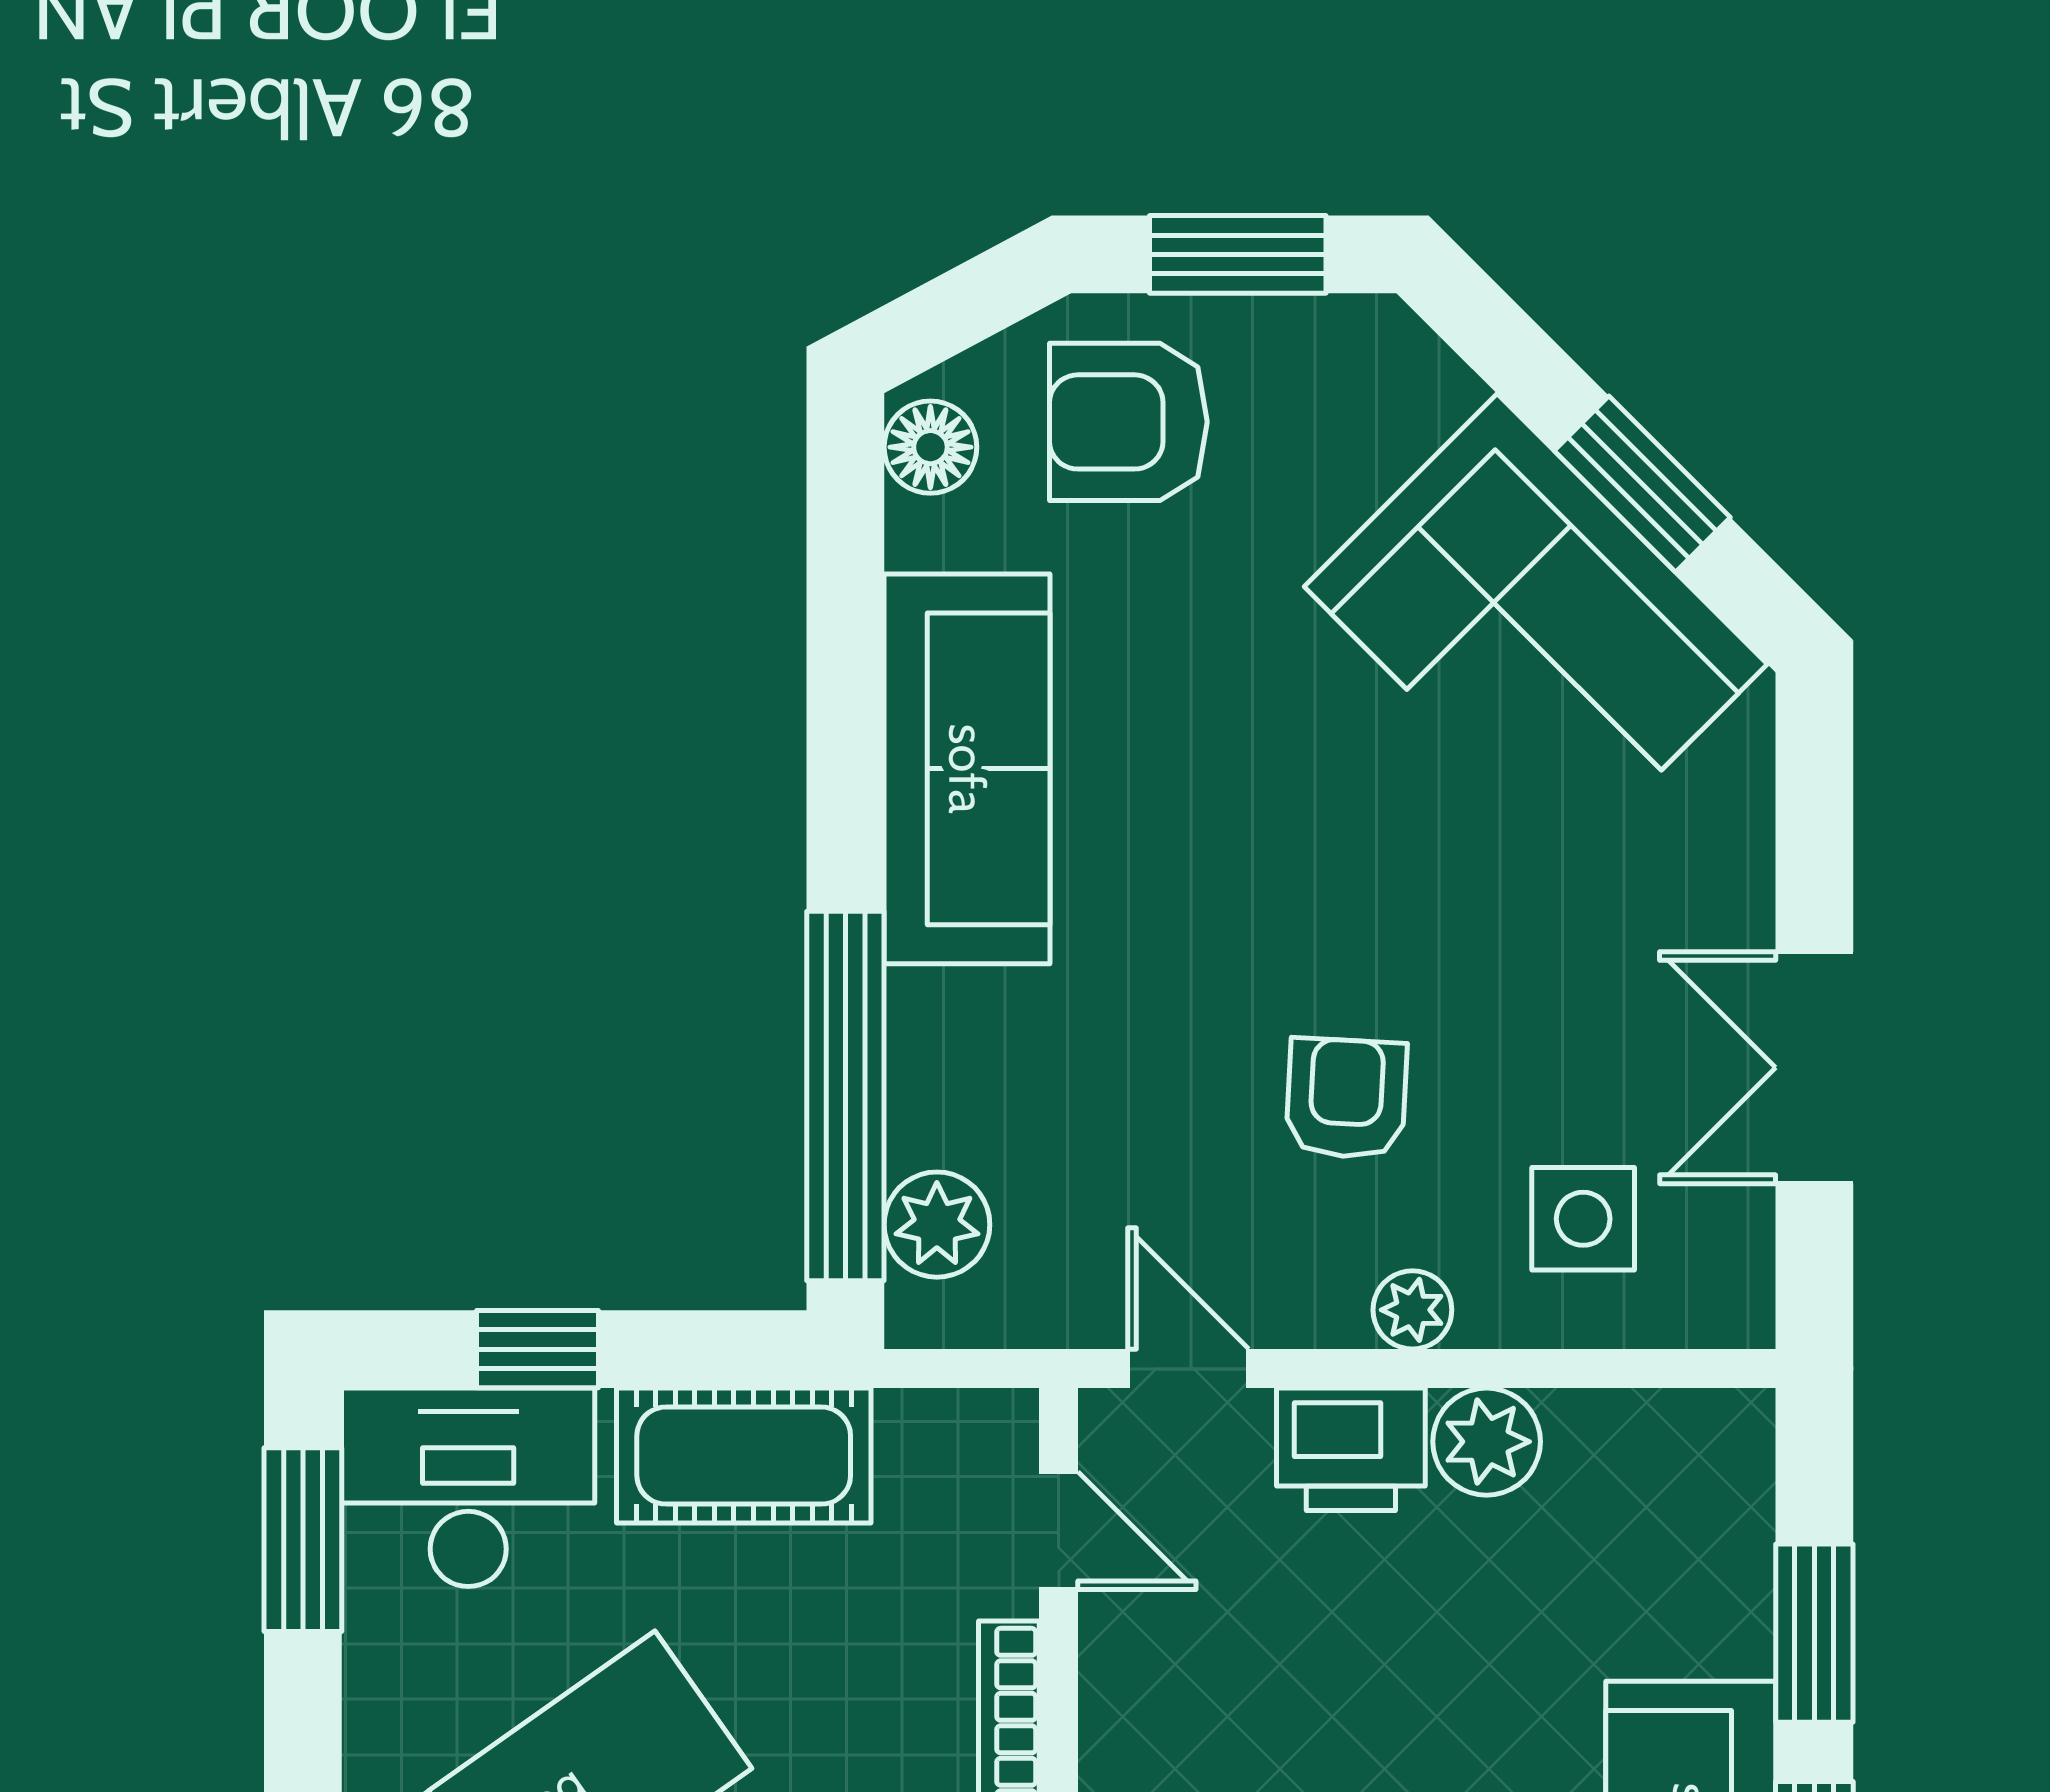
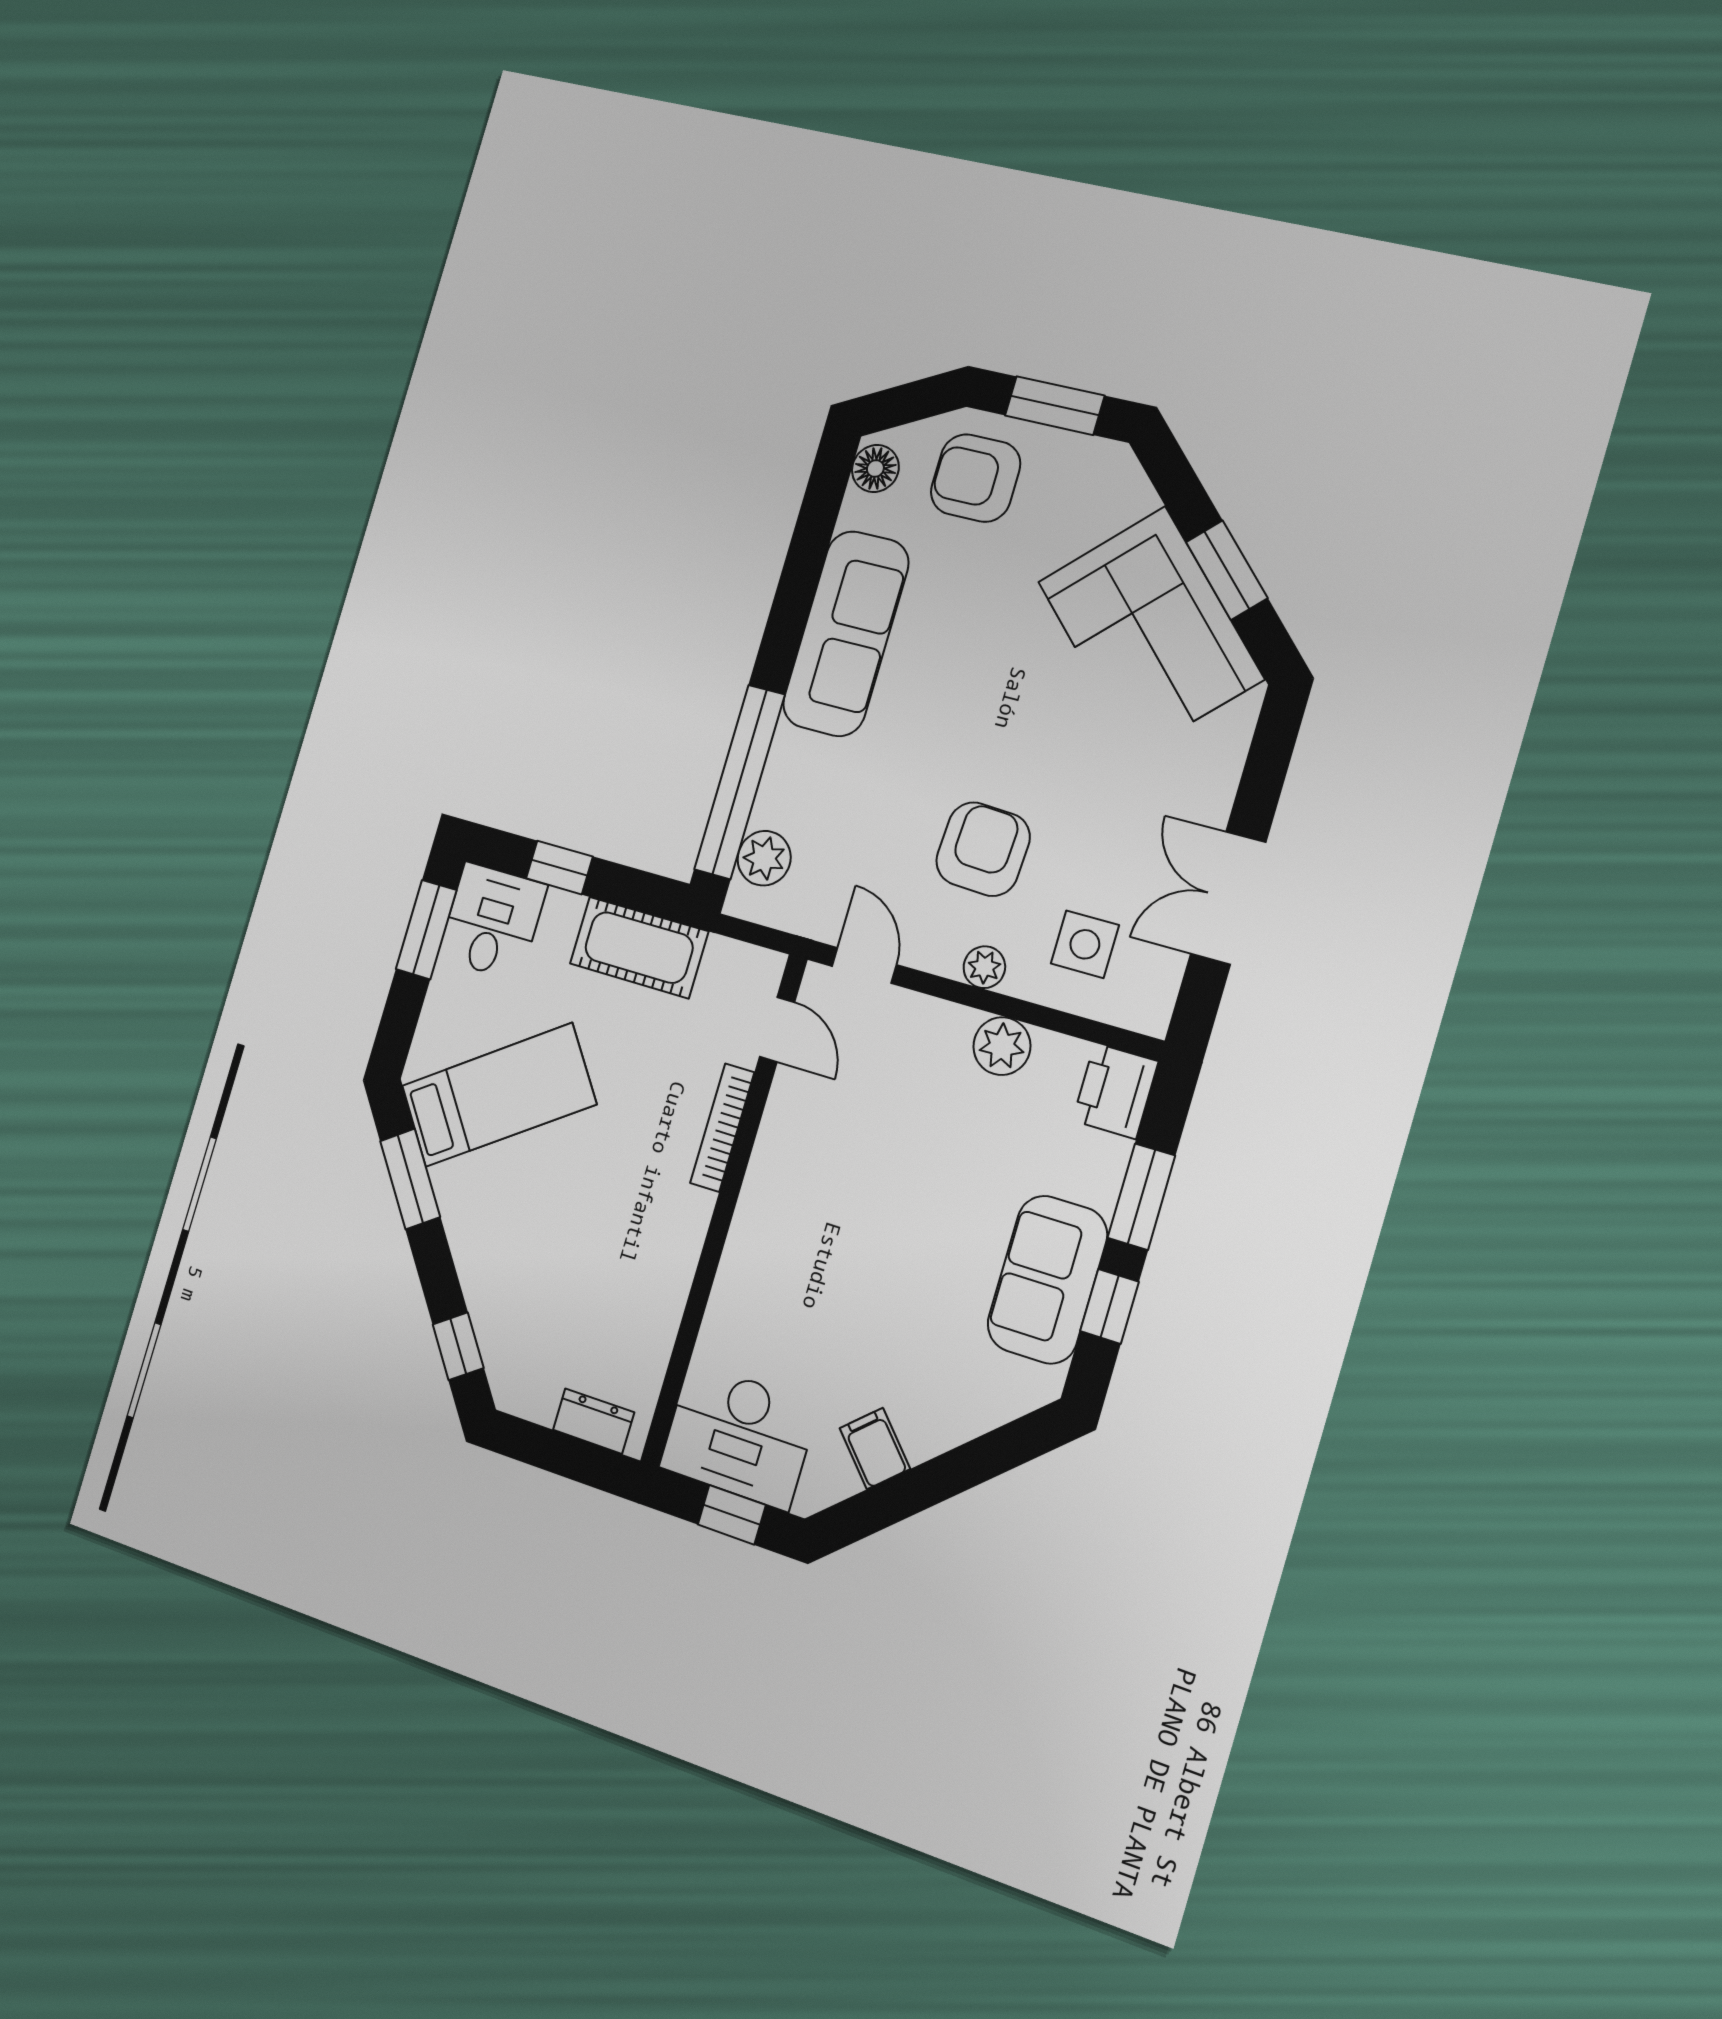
armchair: (1346, 1098) -> (983, 849), width x1.38, depth x1.38
printer: (1351, 1449) -> (1115, 1091), moved, turned 90
desk: (468, 1487) -> (492, 921), width x0.73

